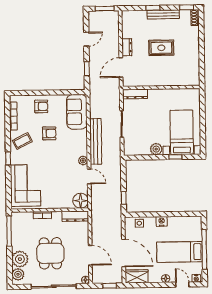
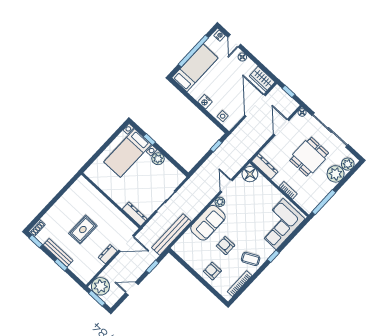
plant: (110, 19) -> (100, 286), added
rug: (161, 48) -> (83, 230), turned 90
sofa: (77, 112) -> (208, 223), moved
bench: (96, 141) -> (171, 234), moved
bed: (180, 252) -> (195, 68), moved, turned -90

